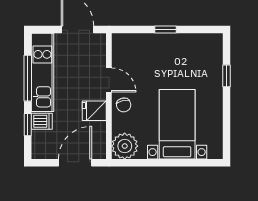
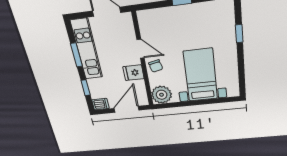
window: (28, 78) -> (76, 55), width x0.69
dishwasher: (42, 121) -> (100, 104), moved

